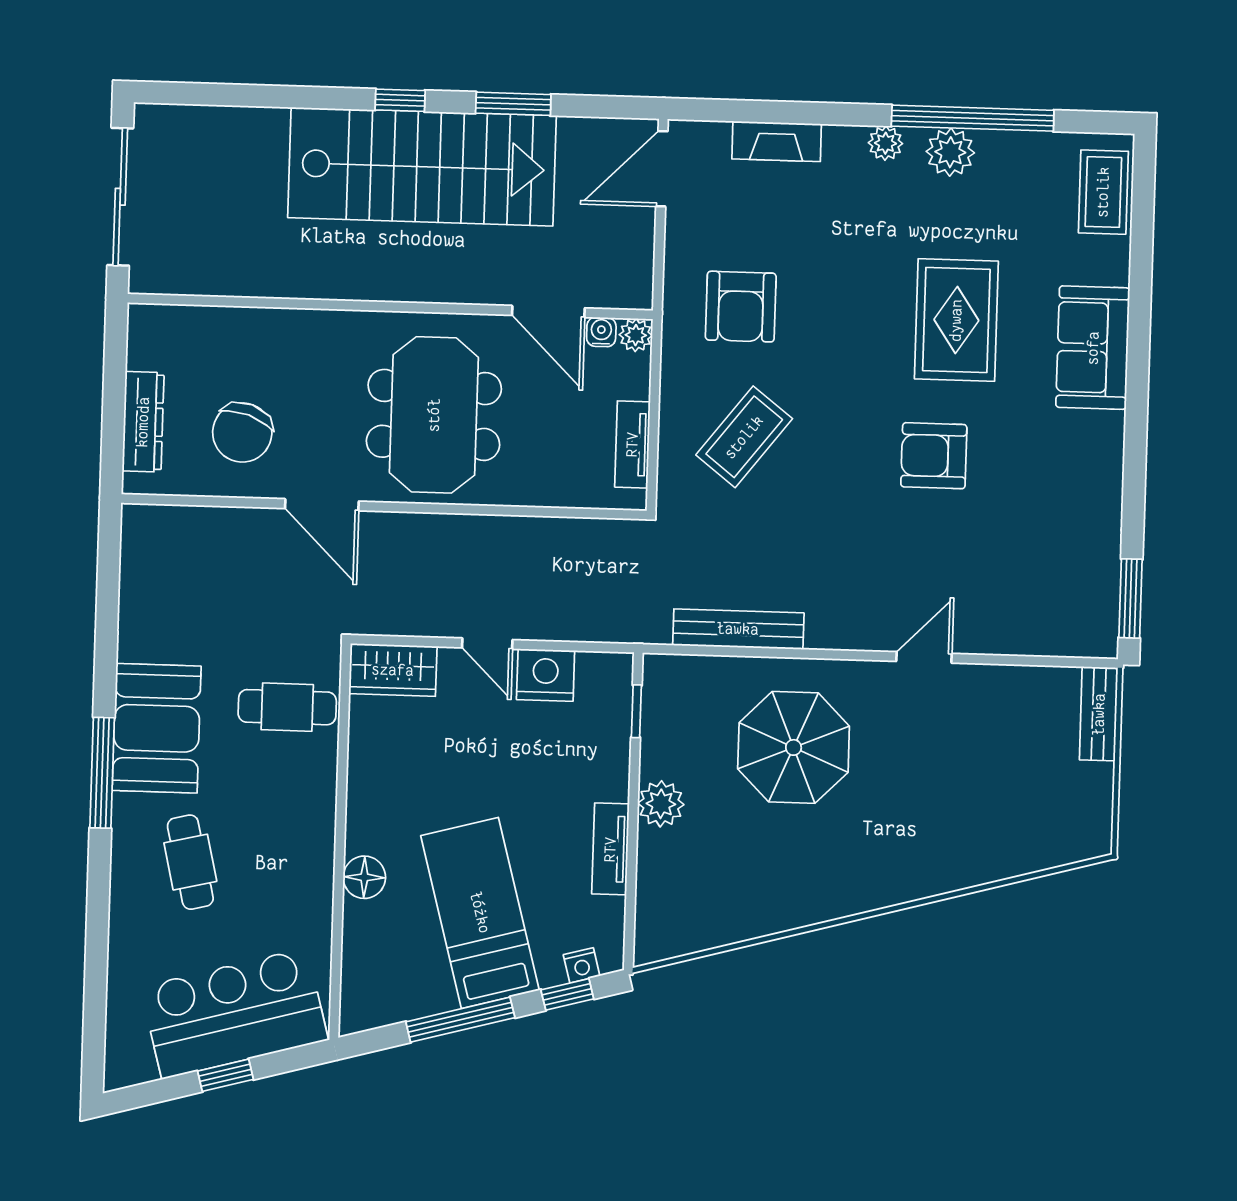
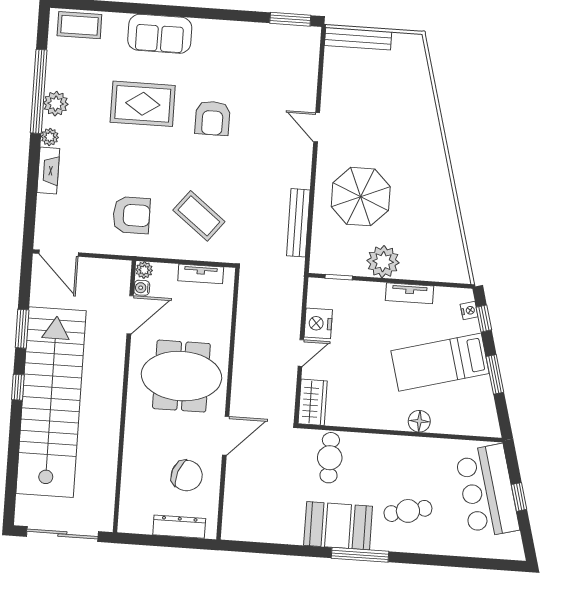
fireplace: (777, 141) -> (48, 171), moved
stairs: (422, 167) -> (51, 402), width x1.36
bench: (1099, 714) -> (358, 39), width x1.36
plant: (661, 804) -> (383, 262), width x1.36, depth x1.36
window: (460, 1020) -> (495, 374), width x0.69

